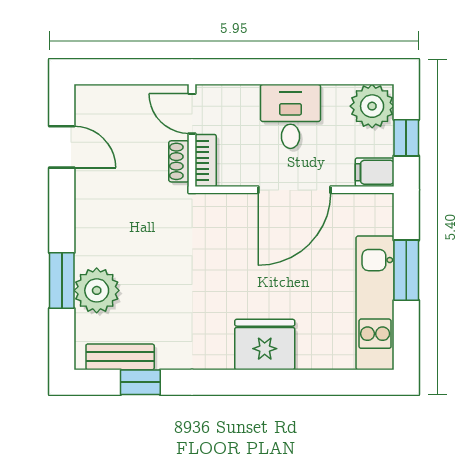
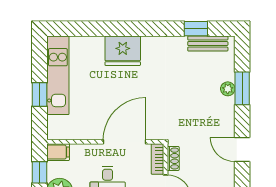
door: (62, 147) -> (242, 149), moved
door: (294, 190) -> (125, 142), moved
window: (406, 270) -> (39, 94), width x0.67
plant: (97, 290) -> (228, 89), width x0.53, depth x0.53

